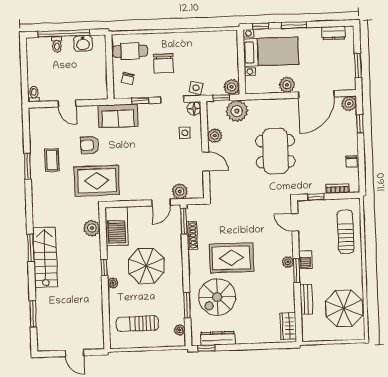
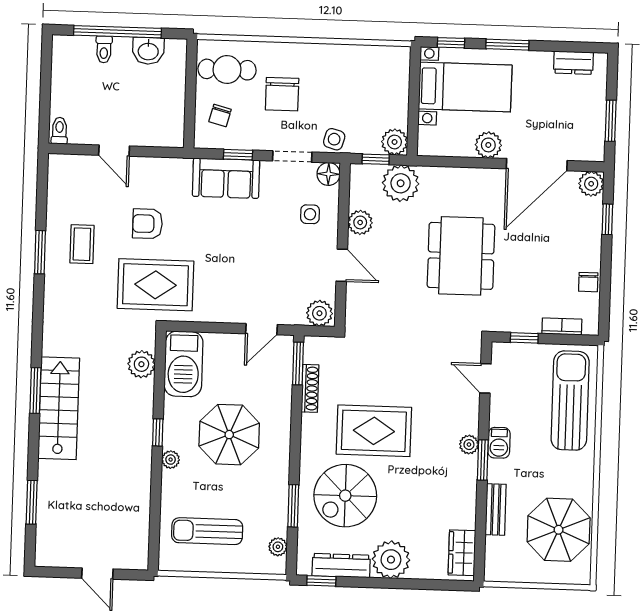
sofa: (118, 116) -> (226, 178), moved
plant: (180, 191) -> (319, 313), moved
sun lounger: (346, 232) -> (570, 400), width x1.36, depth x1.34
plant: (247, 333) -> (391, 560), added

